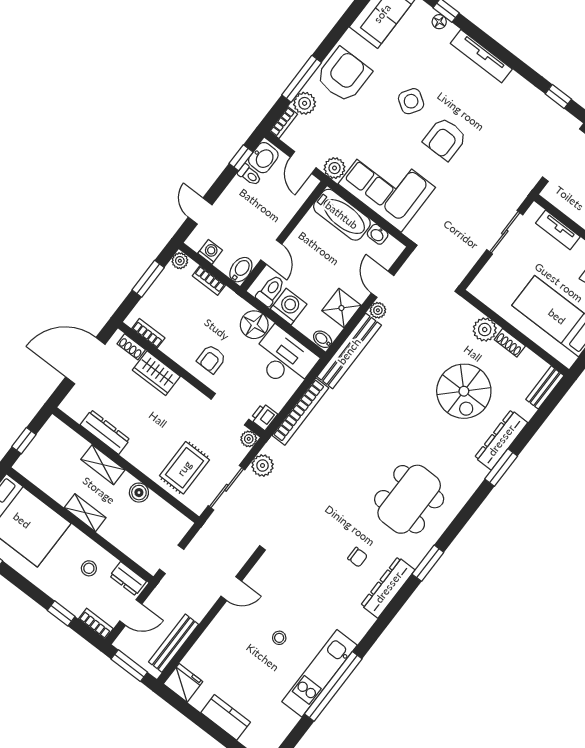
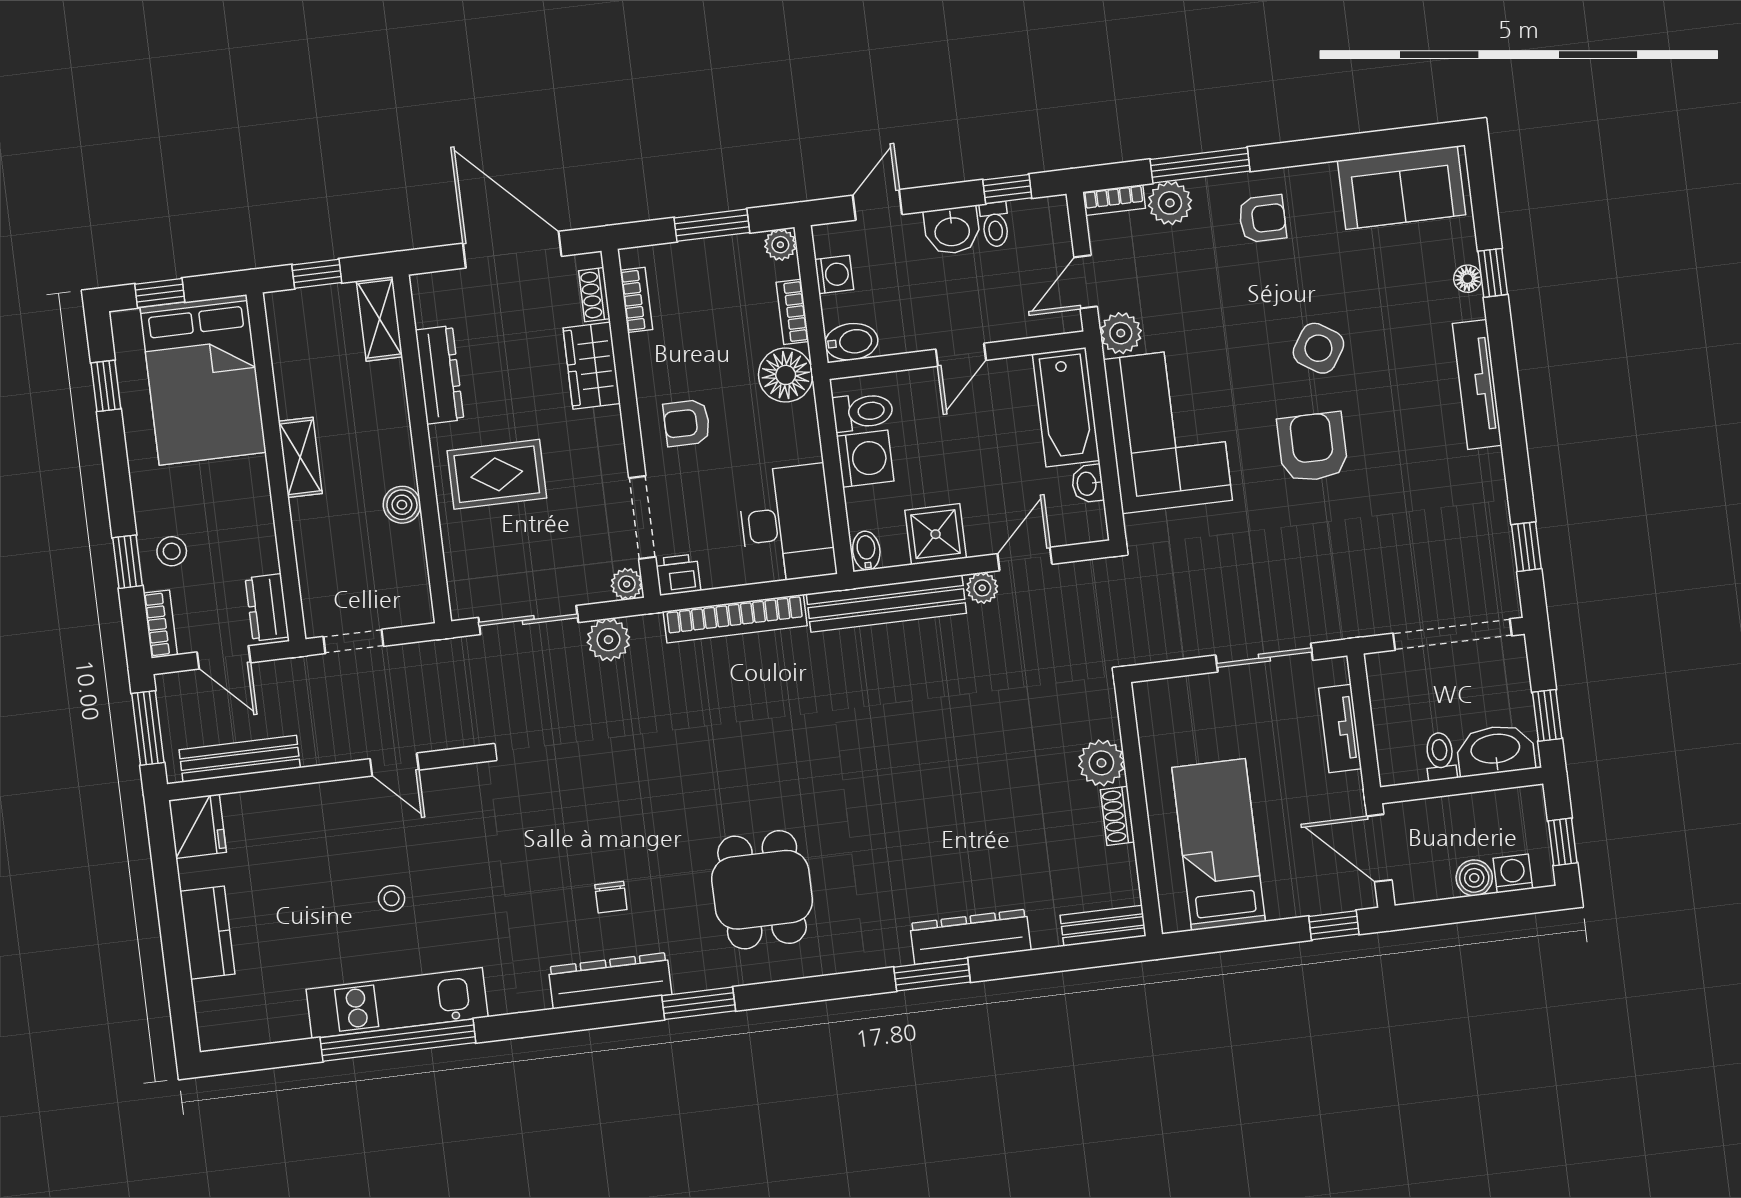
armchair: (344, 75) -> (1262, 219), width x0.53, depth x0.53
armchair: (445, 139) -> (1313, 447), turned 90
washbasin: (263, 158) -> (952, 230), moved
door: (271, 252) -> (961, 355), moved
floor lamp: (254, 325) -> (786, 375), moved
spiral stairs: (464, 391) -> (987, 818), removed
shelving: (103, 465) -> (379, 319), moved
rug: (184, 468) -> (497, 474), moved
dining table: (409, 499) -> (762, 890), width x0.73
stool: (89, 568) -> (172, 551), moved

